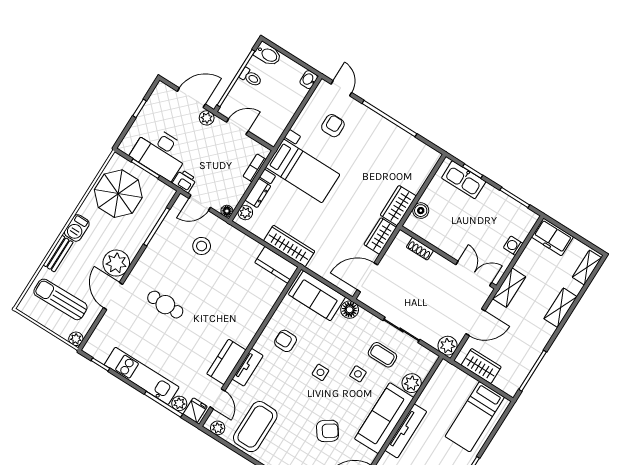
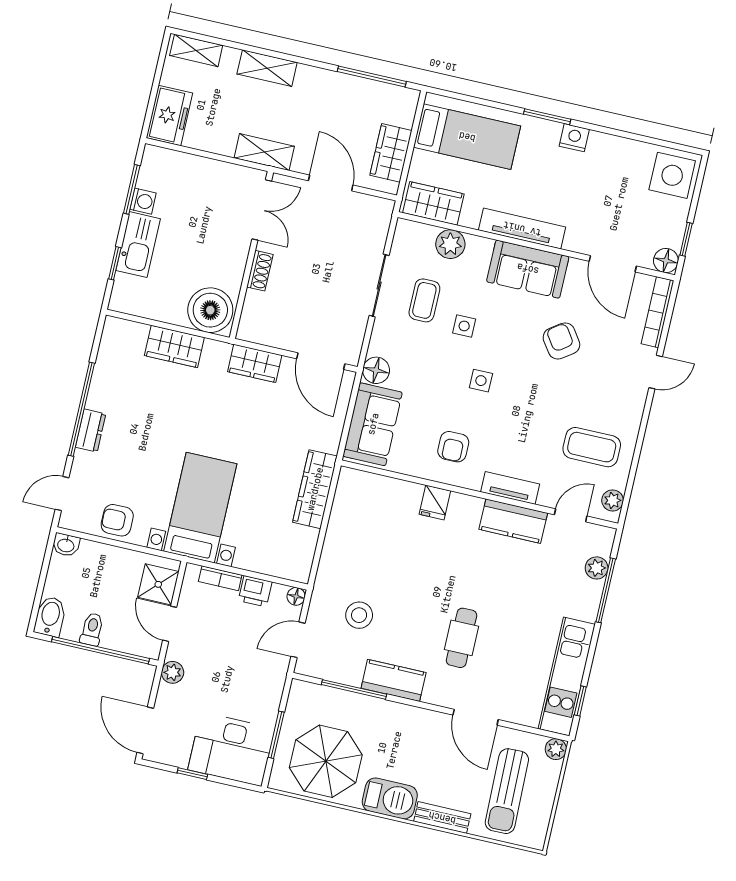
door: (191, 98) -> (145, 730), moved
armchair: (333, 126) -> (117, 520), moved
shower: (264, 128) -> (158, 584), added
desk: (160, 153) -> (231, 749), moved, turned 90
kitchen sink: (464, 180) -> (138, 245), moved
printer: (184, 181) -> (255, 591), moved, turned -90
dresser: (258, 193) -> (91, 431), moved, turned 90
door: (200, 203) -> (298, 640), swing flipped
wardrobe: (398, 206) -> (174, 346), moved
boiler: (421, 211) -> (210, 310), width x1.86, depth x1.86
plant: (245, 213) -> (289, 569), removed
barbecue: (77, 228) -> (390, 798), width x1.38, depth x1.27
washing machine: (513, 246) -> (143, 201), moved, turned -90
shoe rack: (420, 249) -> (260, 271), moved
plant: (116, 263) -> (427, 729), removed
kitchen counter: (276, 265) -> (394, 680), moved, turned -90
double door: (474, 274) -> (262, 210), swing flipped
door: (113, 296) -> (476, 717), hinge flipped
plant: (448, 346) -> (379, 211), removed
kitchen unit: (142, 376) -> (567, 676), moved
wardrobe: (441, 381) -> (433, 203), added
fridge: (195, 410) -> (435, 503), moved, turned -90
sofa: (384, 418) -> (528, 269), width x0.73
coffee table: (255, 427) -> (592, 447), width x0.73, depth x0.76

